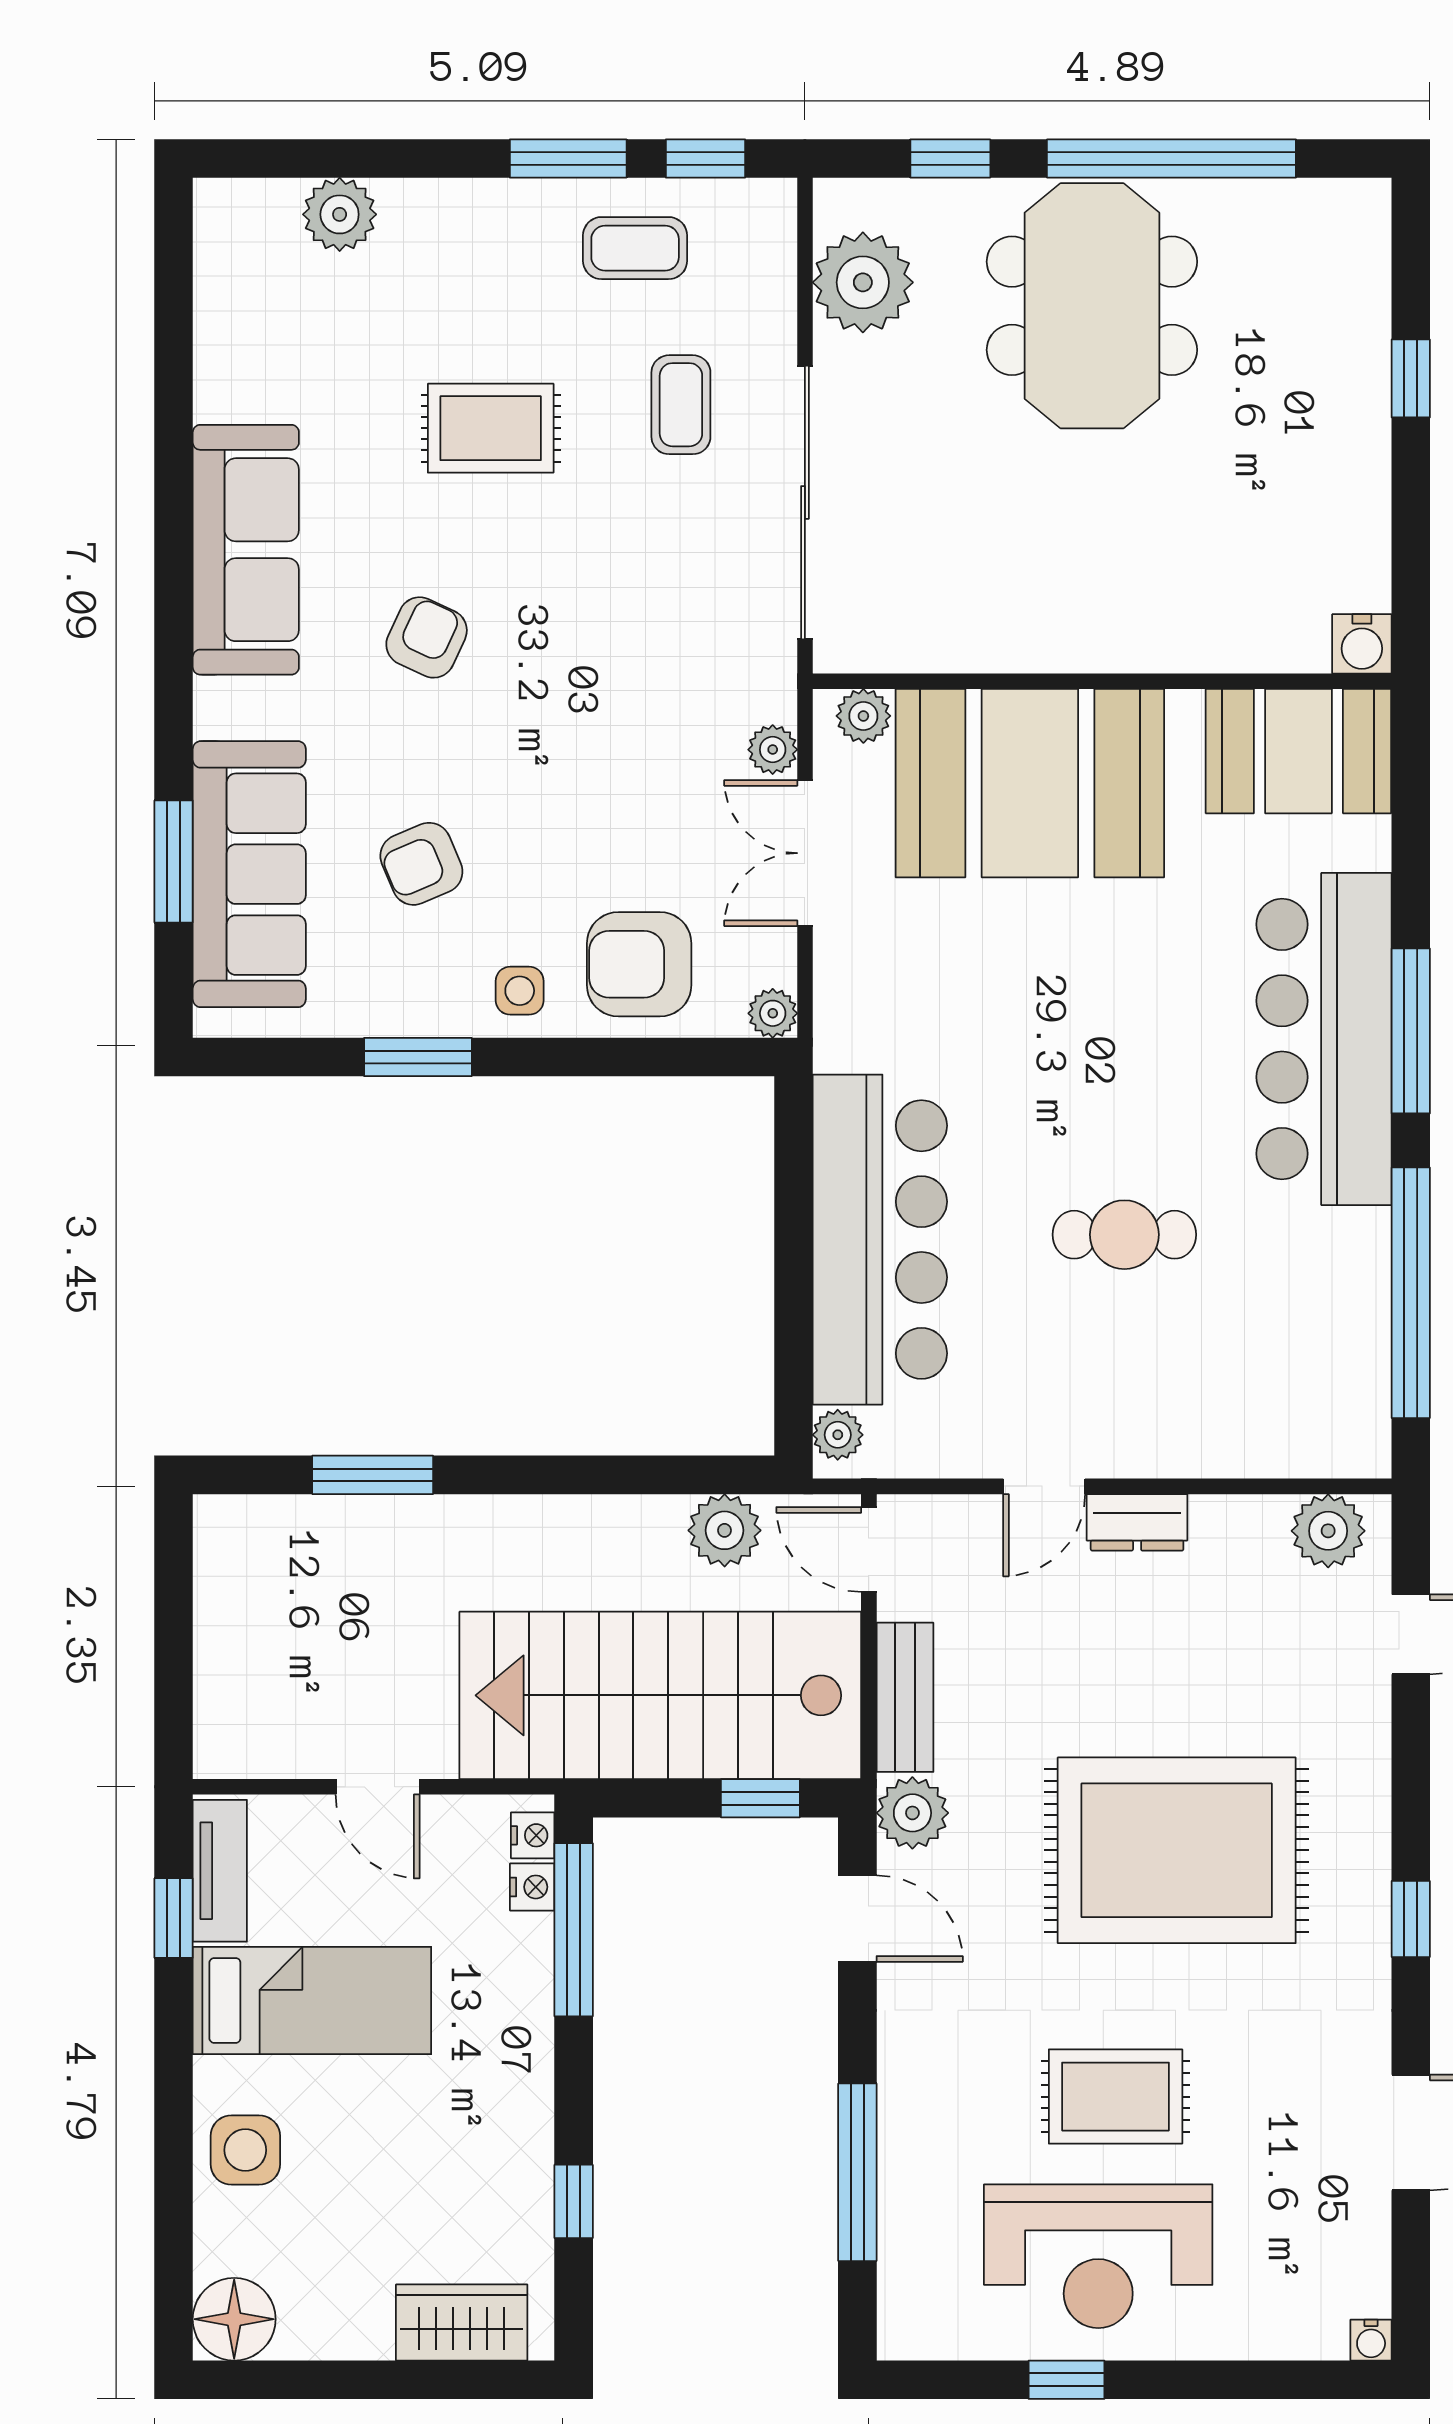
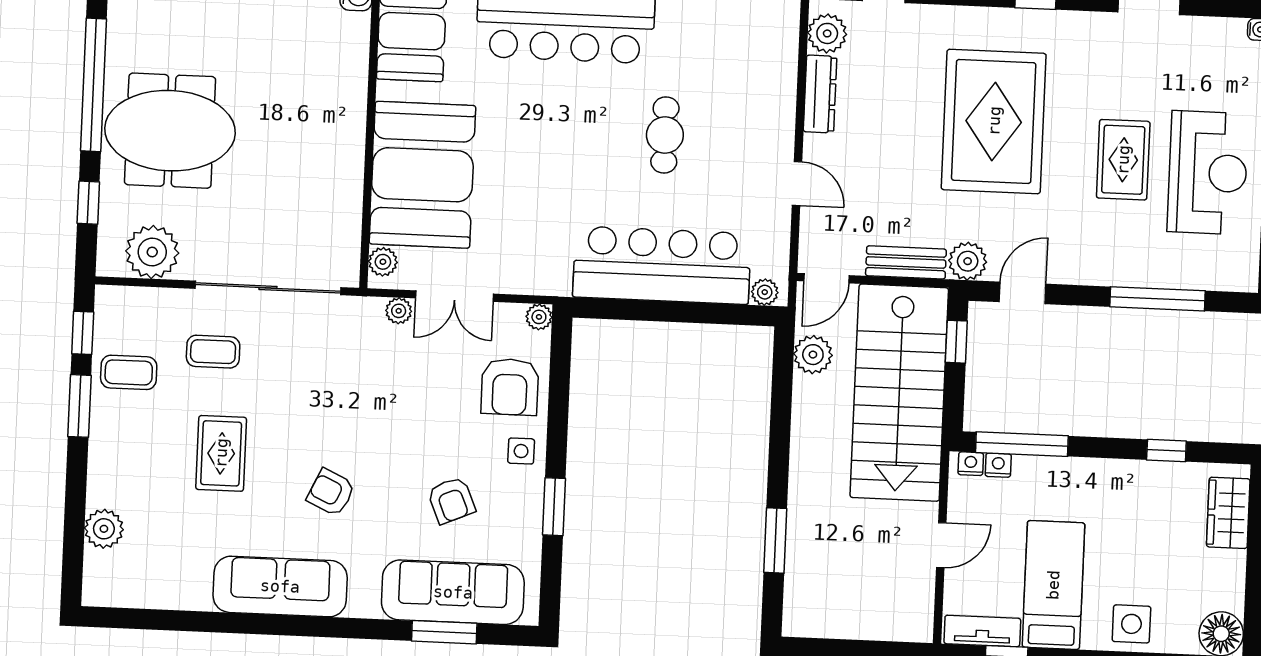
coffee table: (635, 248) -> (129, 372), turned 90
dresser: (1137, 1522) -> (820, 94), moved, width x1.44

